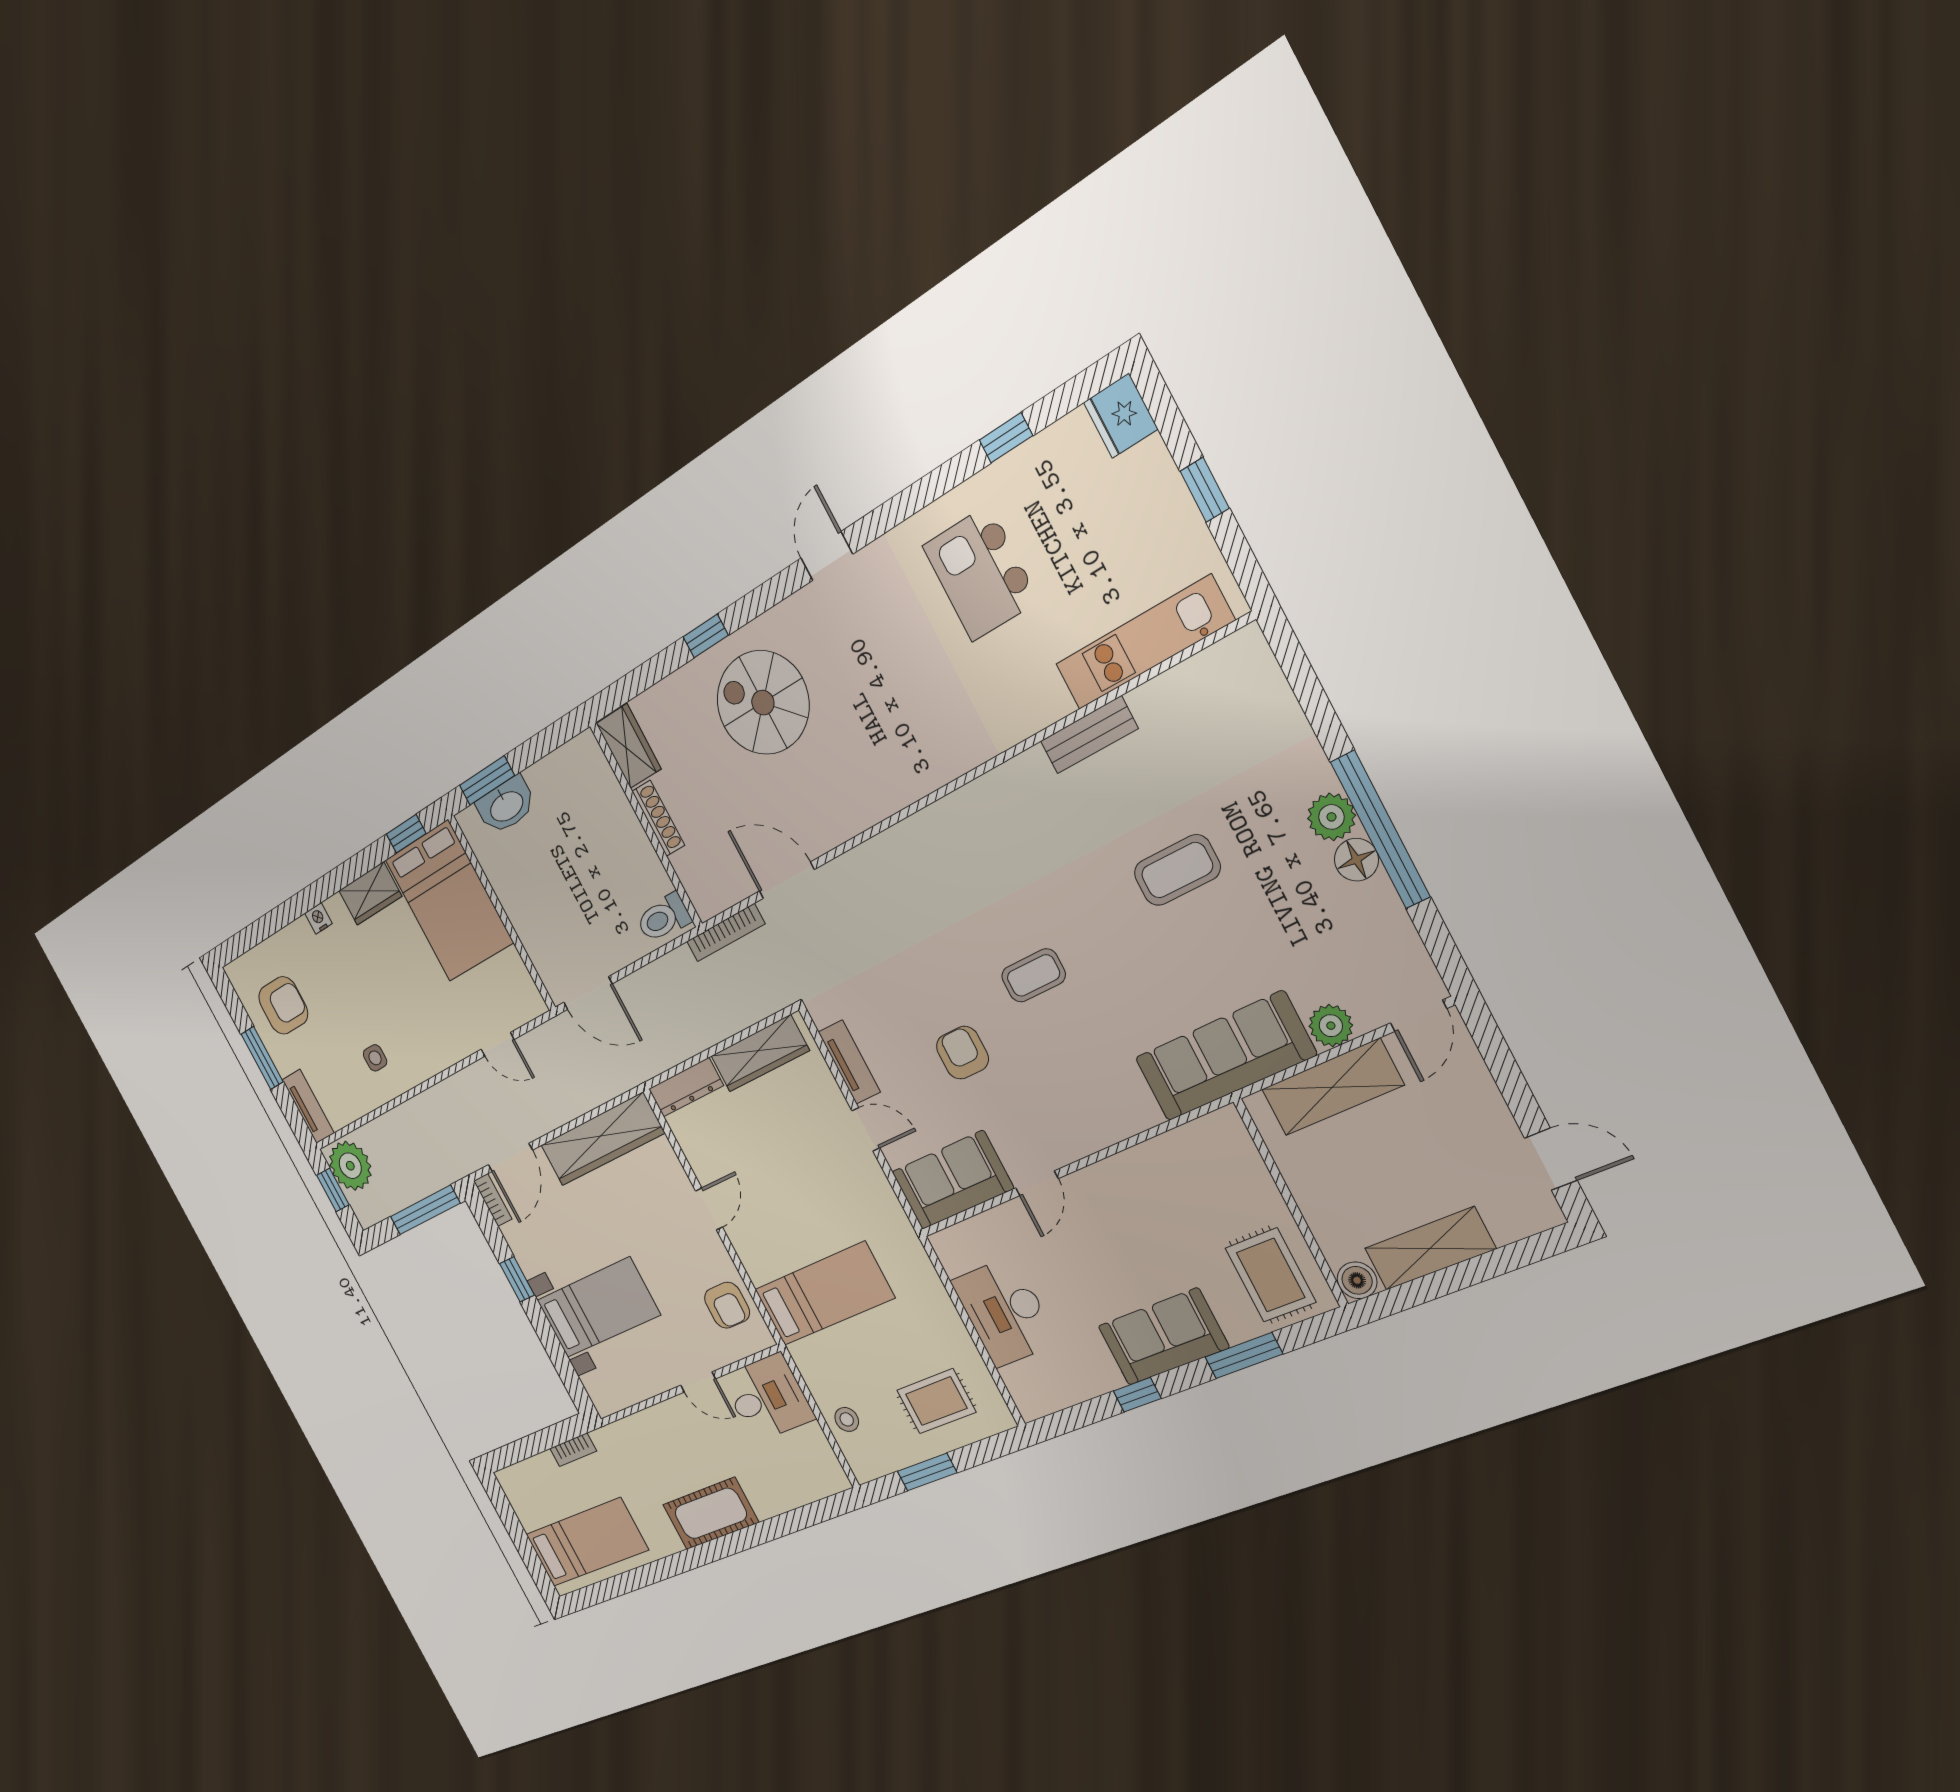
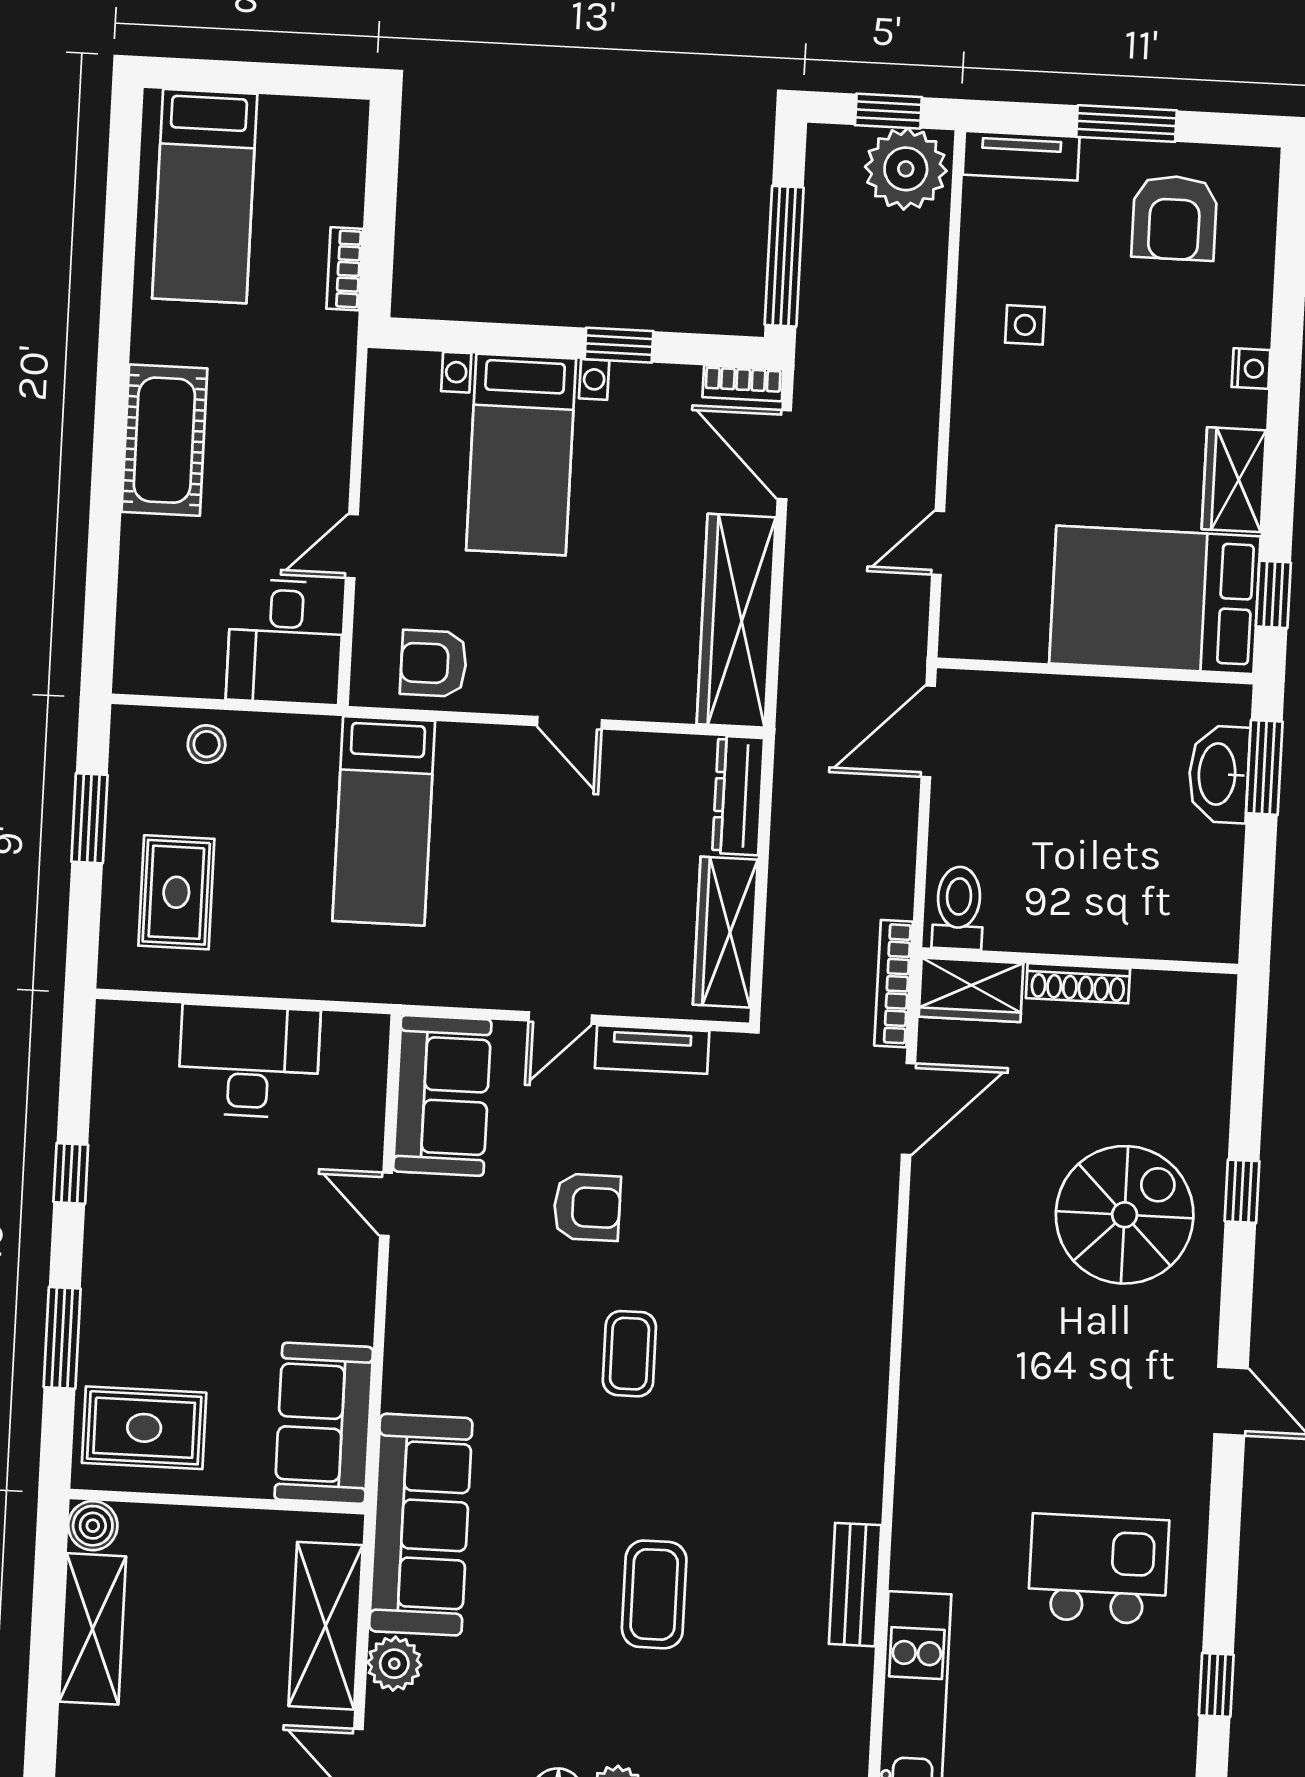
wardrobe: (629, 746) -> (971, 990), moved
sofa: (1163, 1337) -> (324, 1423), moved, turned 180

